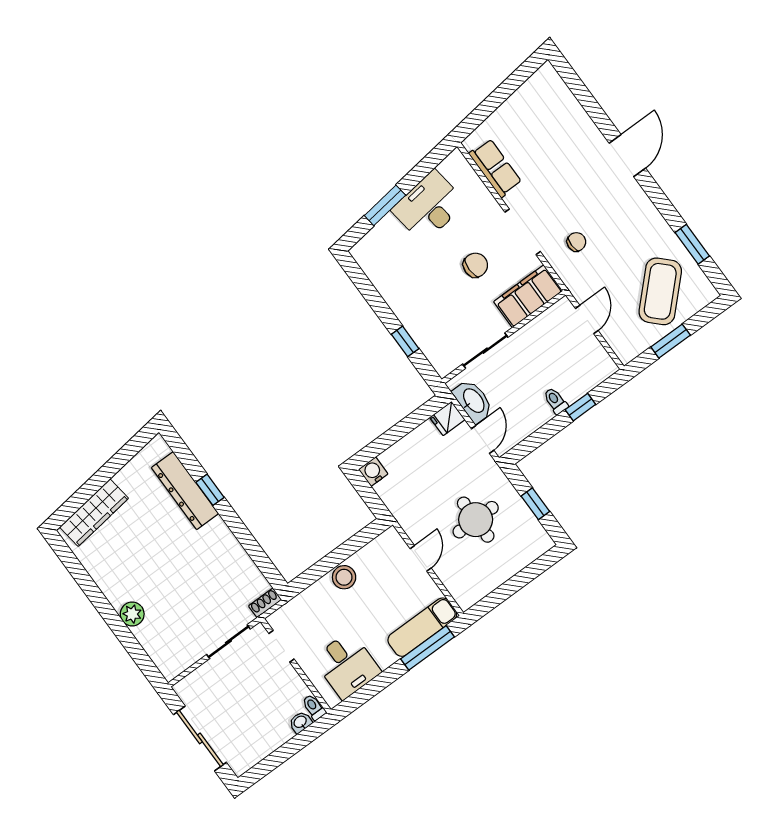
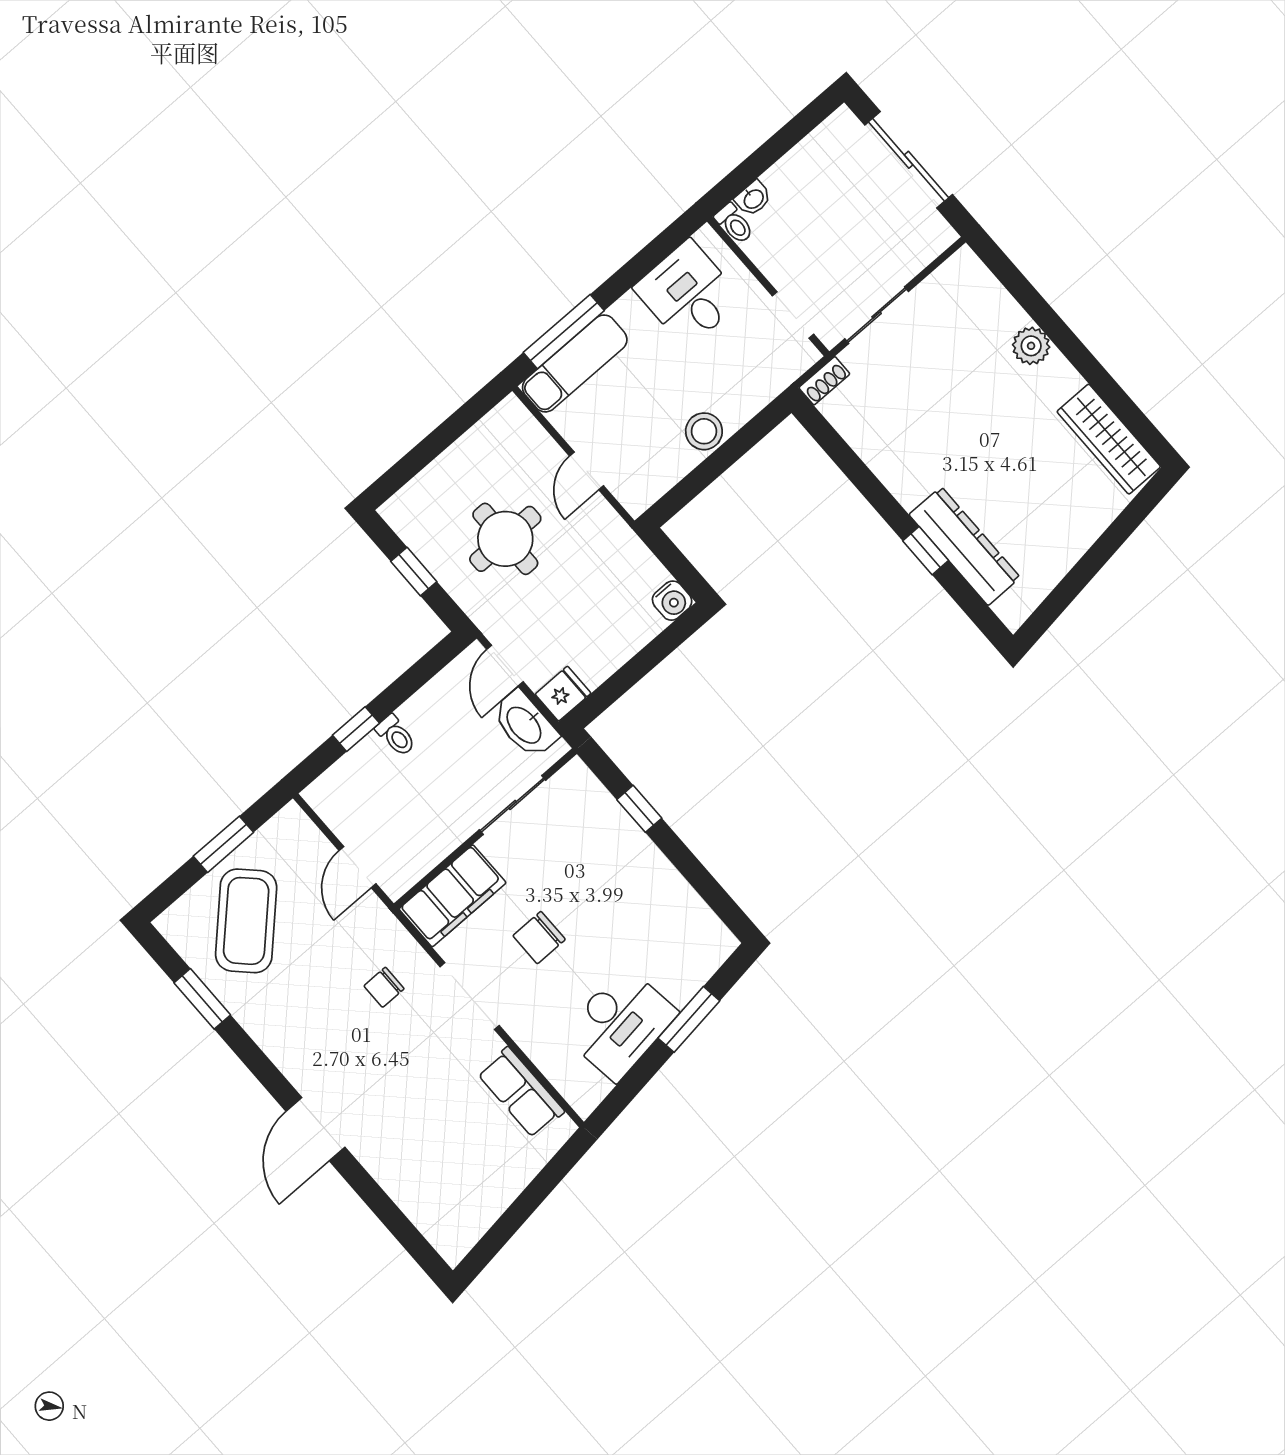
wardrobe: (94, 513) -> (1109, 439), moved, turned -82

